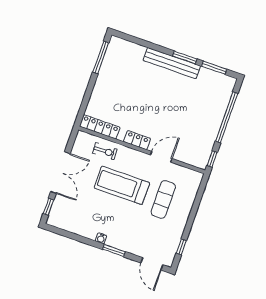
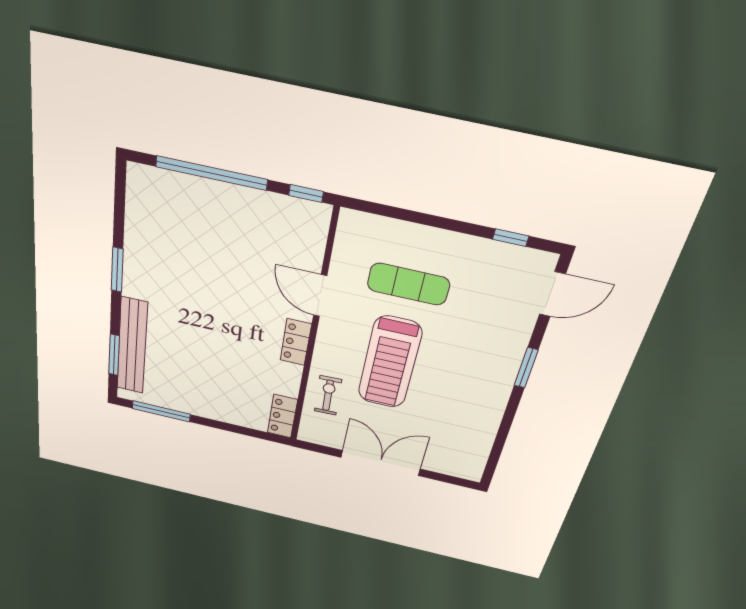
bench: (172, 63) -> (132, 346), moved
window: (214, 68) -> (114, 355), moved
locker: (100, 127) -> (282, 416), width x0.66
window: (48, 207) -> (447, 479), removed
water cooler: (101, 238) -> (502, 392), removed

